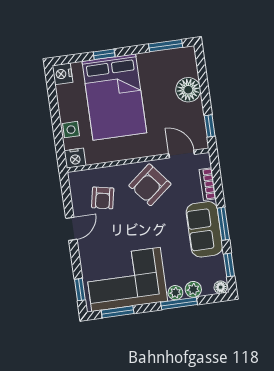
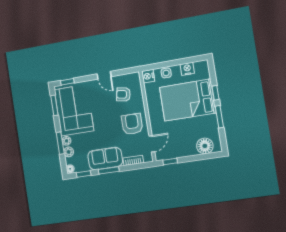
window: (166, 46) -> (219, 117), moved
nightstand: (62, 74) -> (187, 69), moved
floor lamp: (188, 90) -> (205, 146), moved
armchair: (150, 185) -> (132, 124), turned 39

